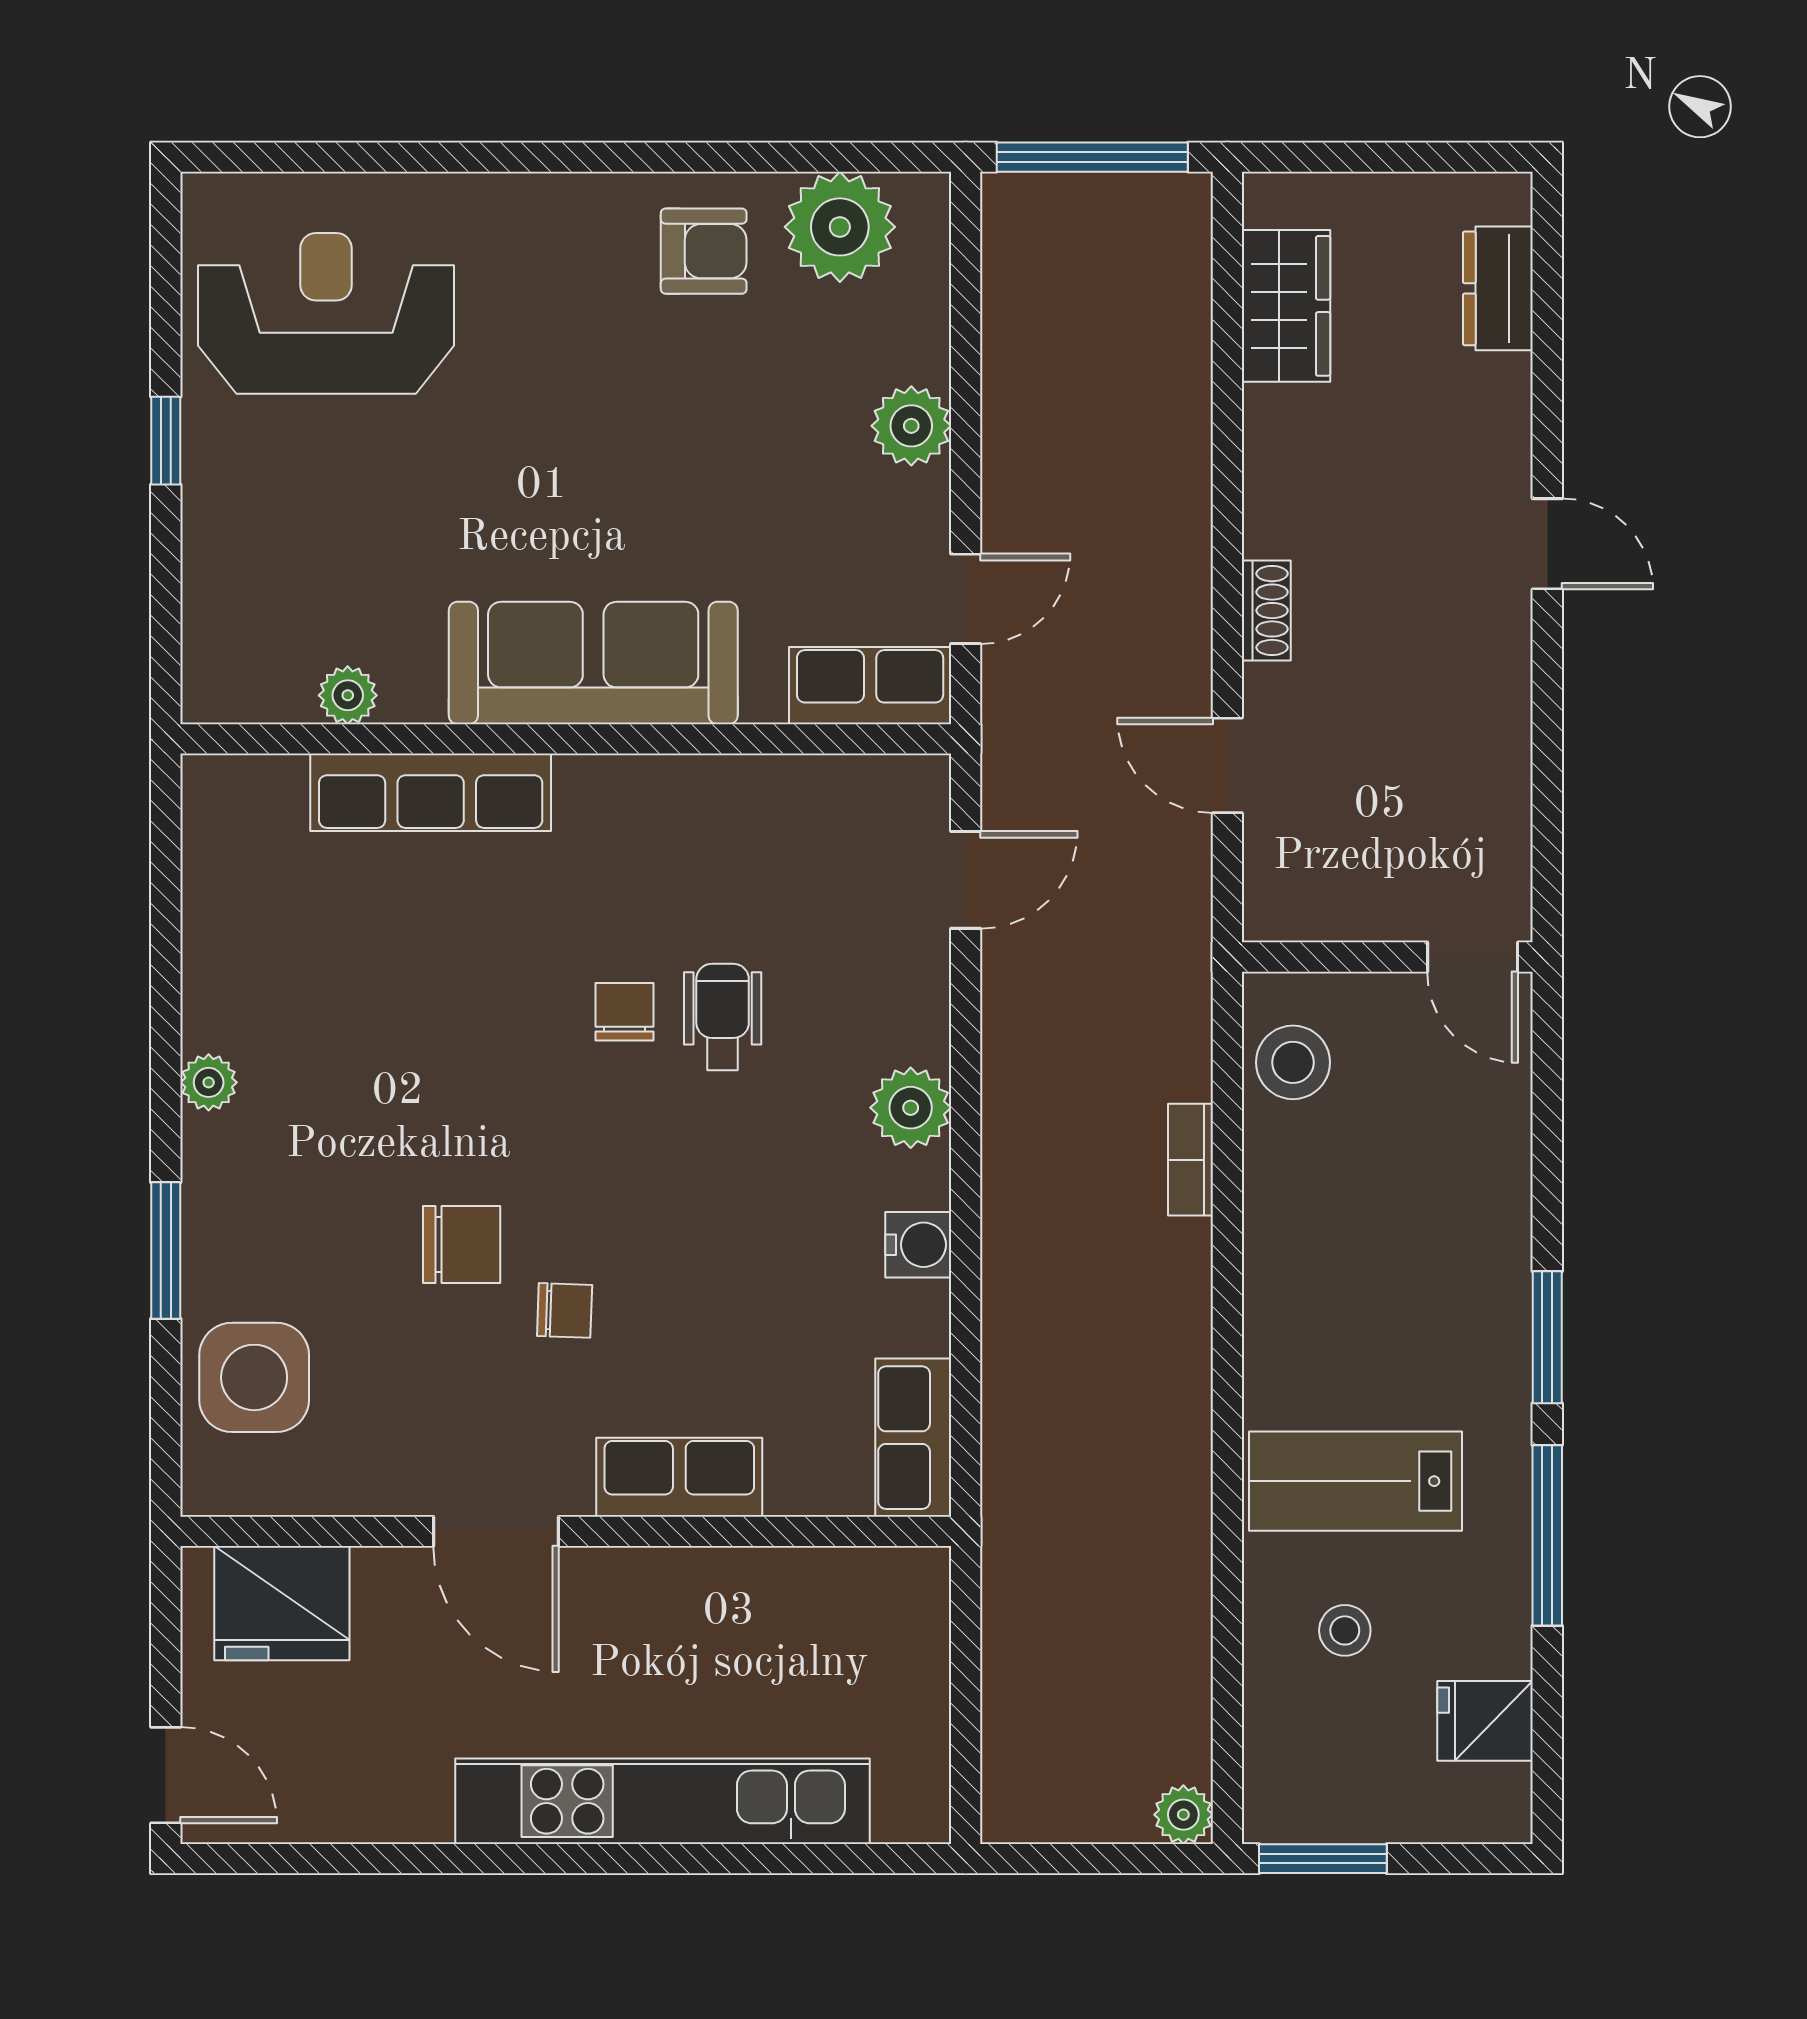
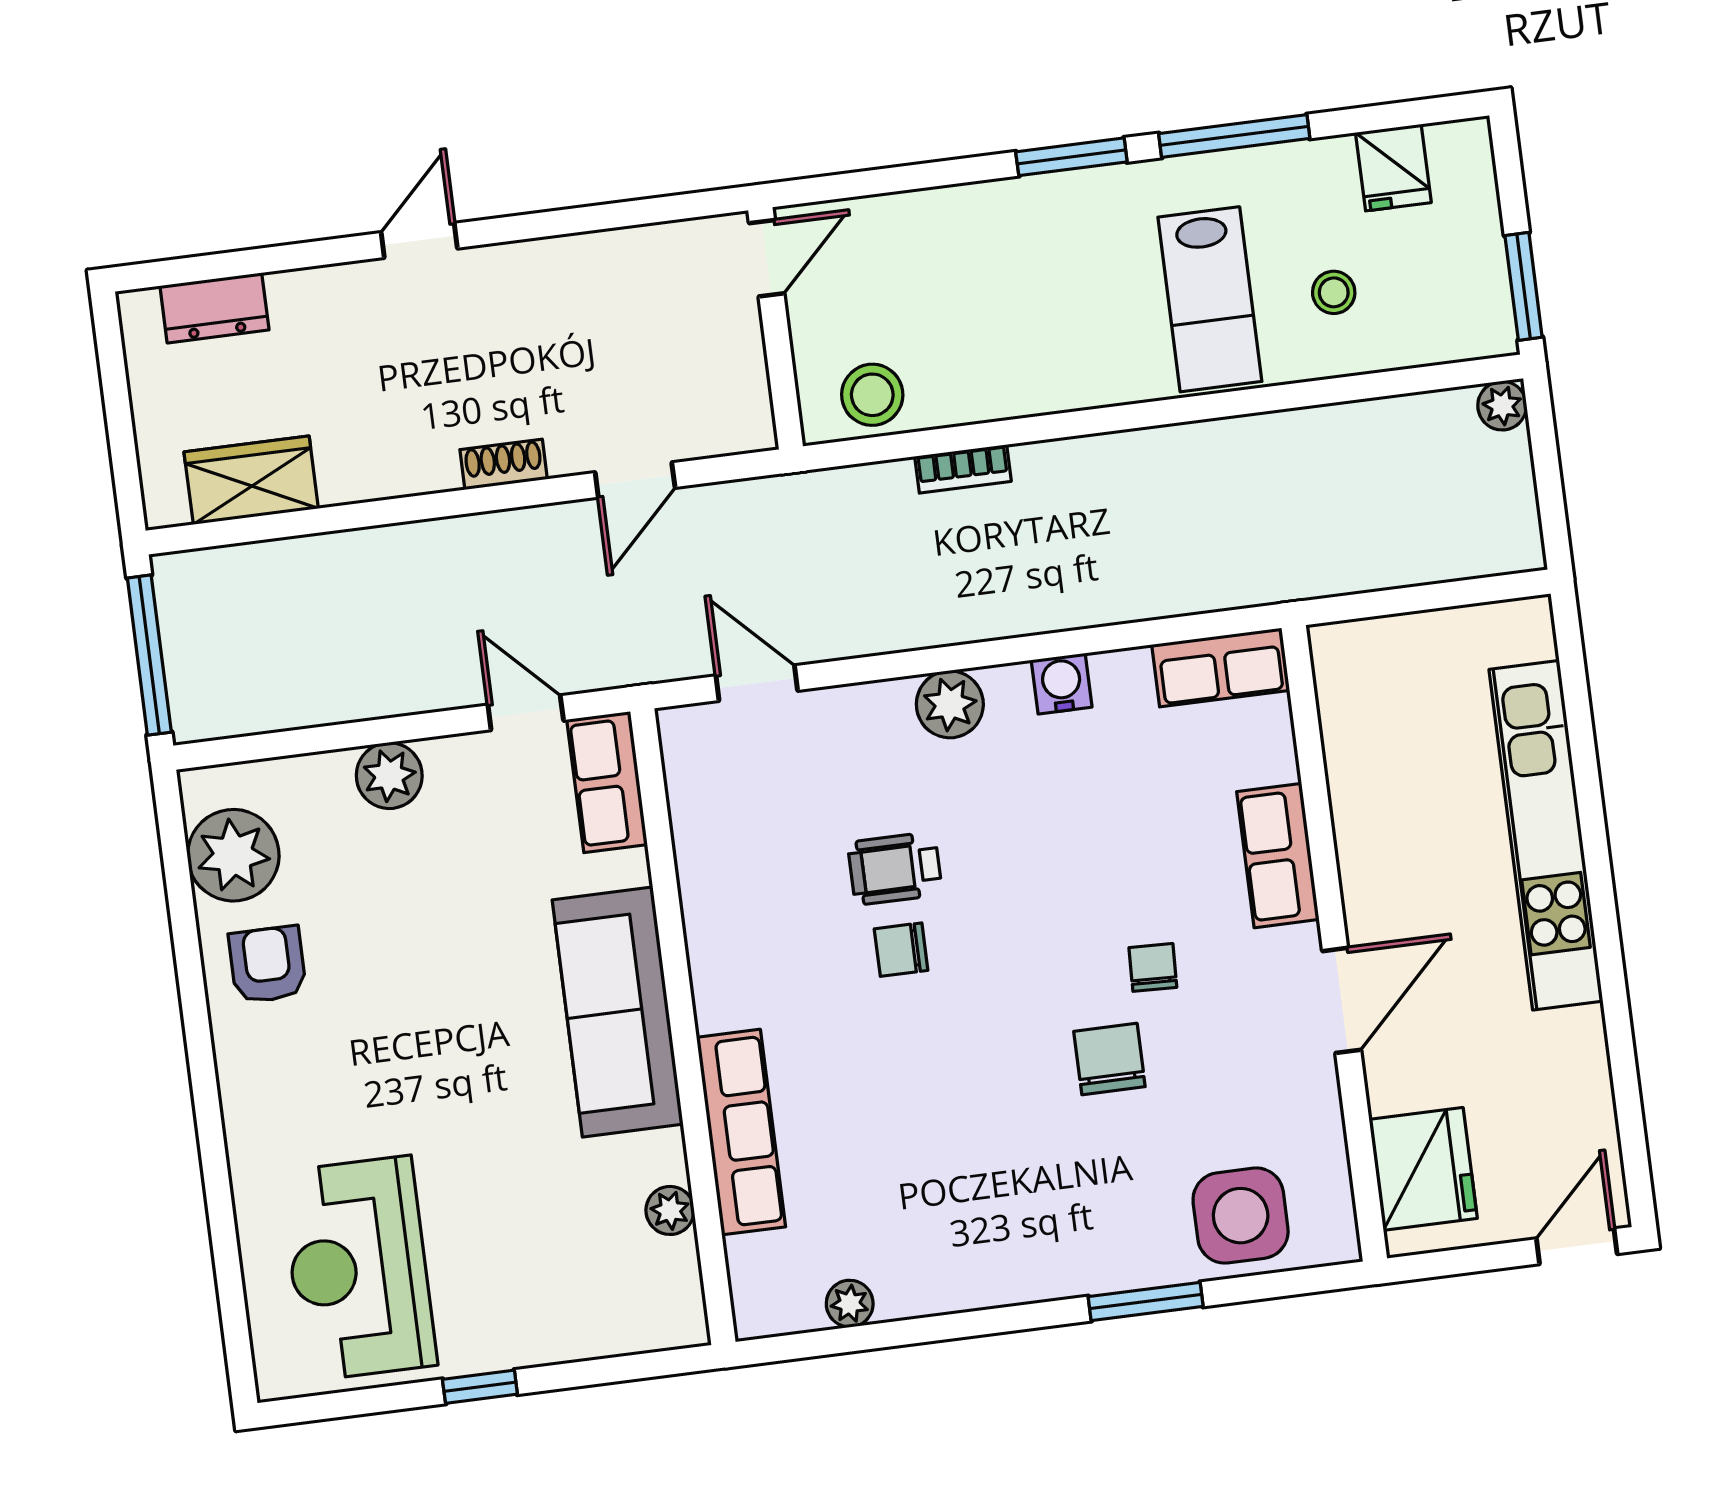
plant: (209, 1082) -> (850, 1304), moved

